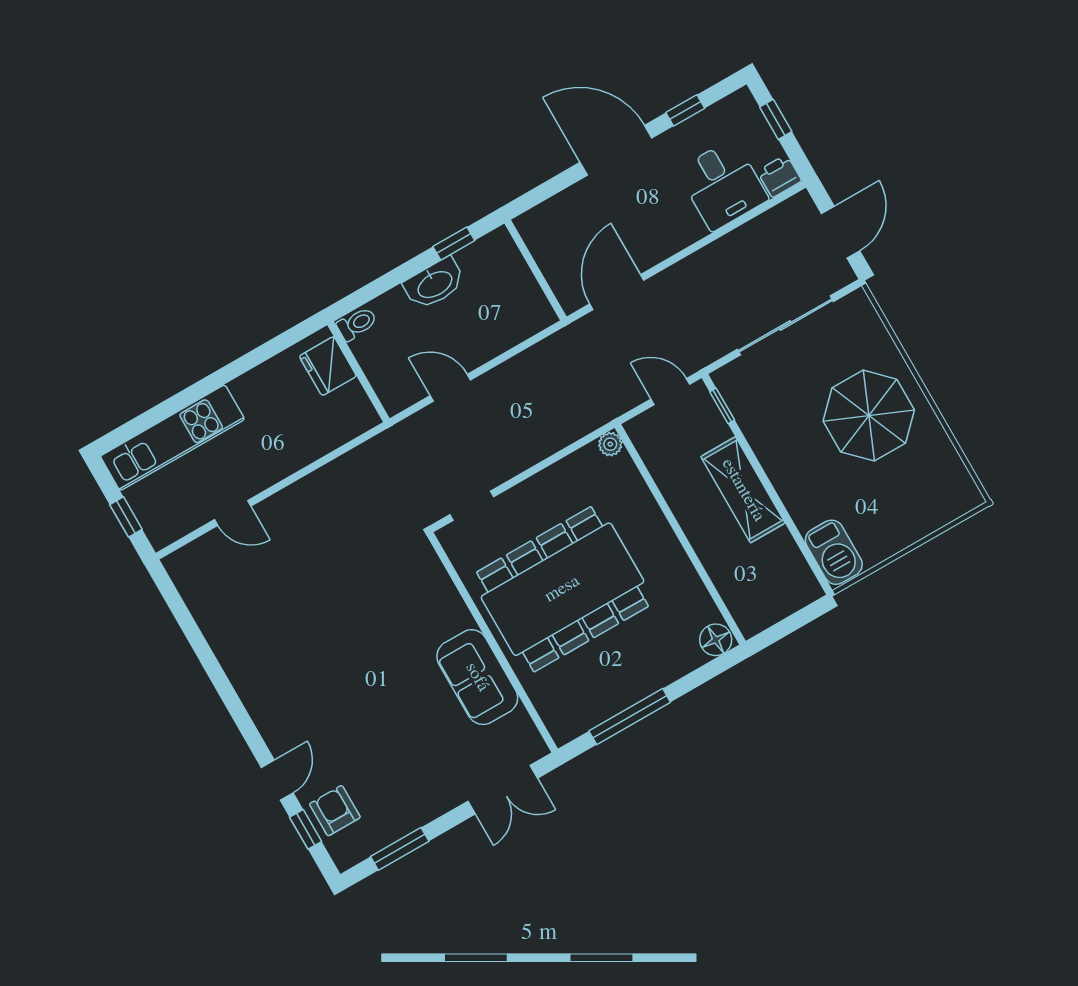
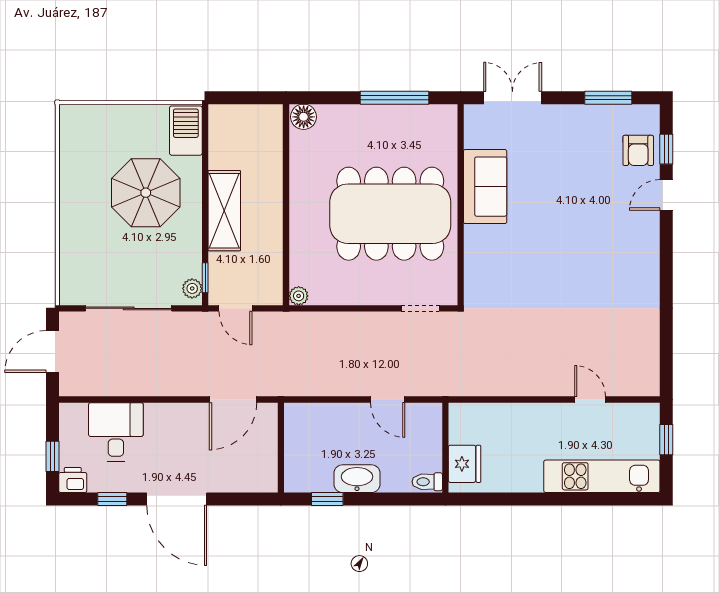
printer: (779, 176) -> (73, 480), moved, turned 180
plant: (729, 386) -> (192, 288), added
parasol: (869, 416) -> (146, 193), moved

